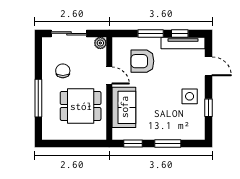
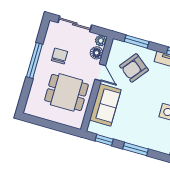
window: (151, 33) -> (137, 42), moved
floor lamp: (100, 57) -> (97, 53), added
armchair: (142, 61) -> (134, 68), turned -52
window: (38, 98) -> (34, 61), moved

